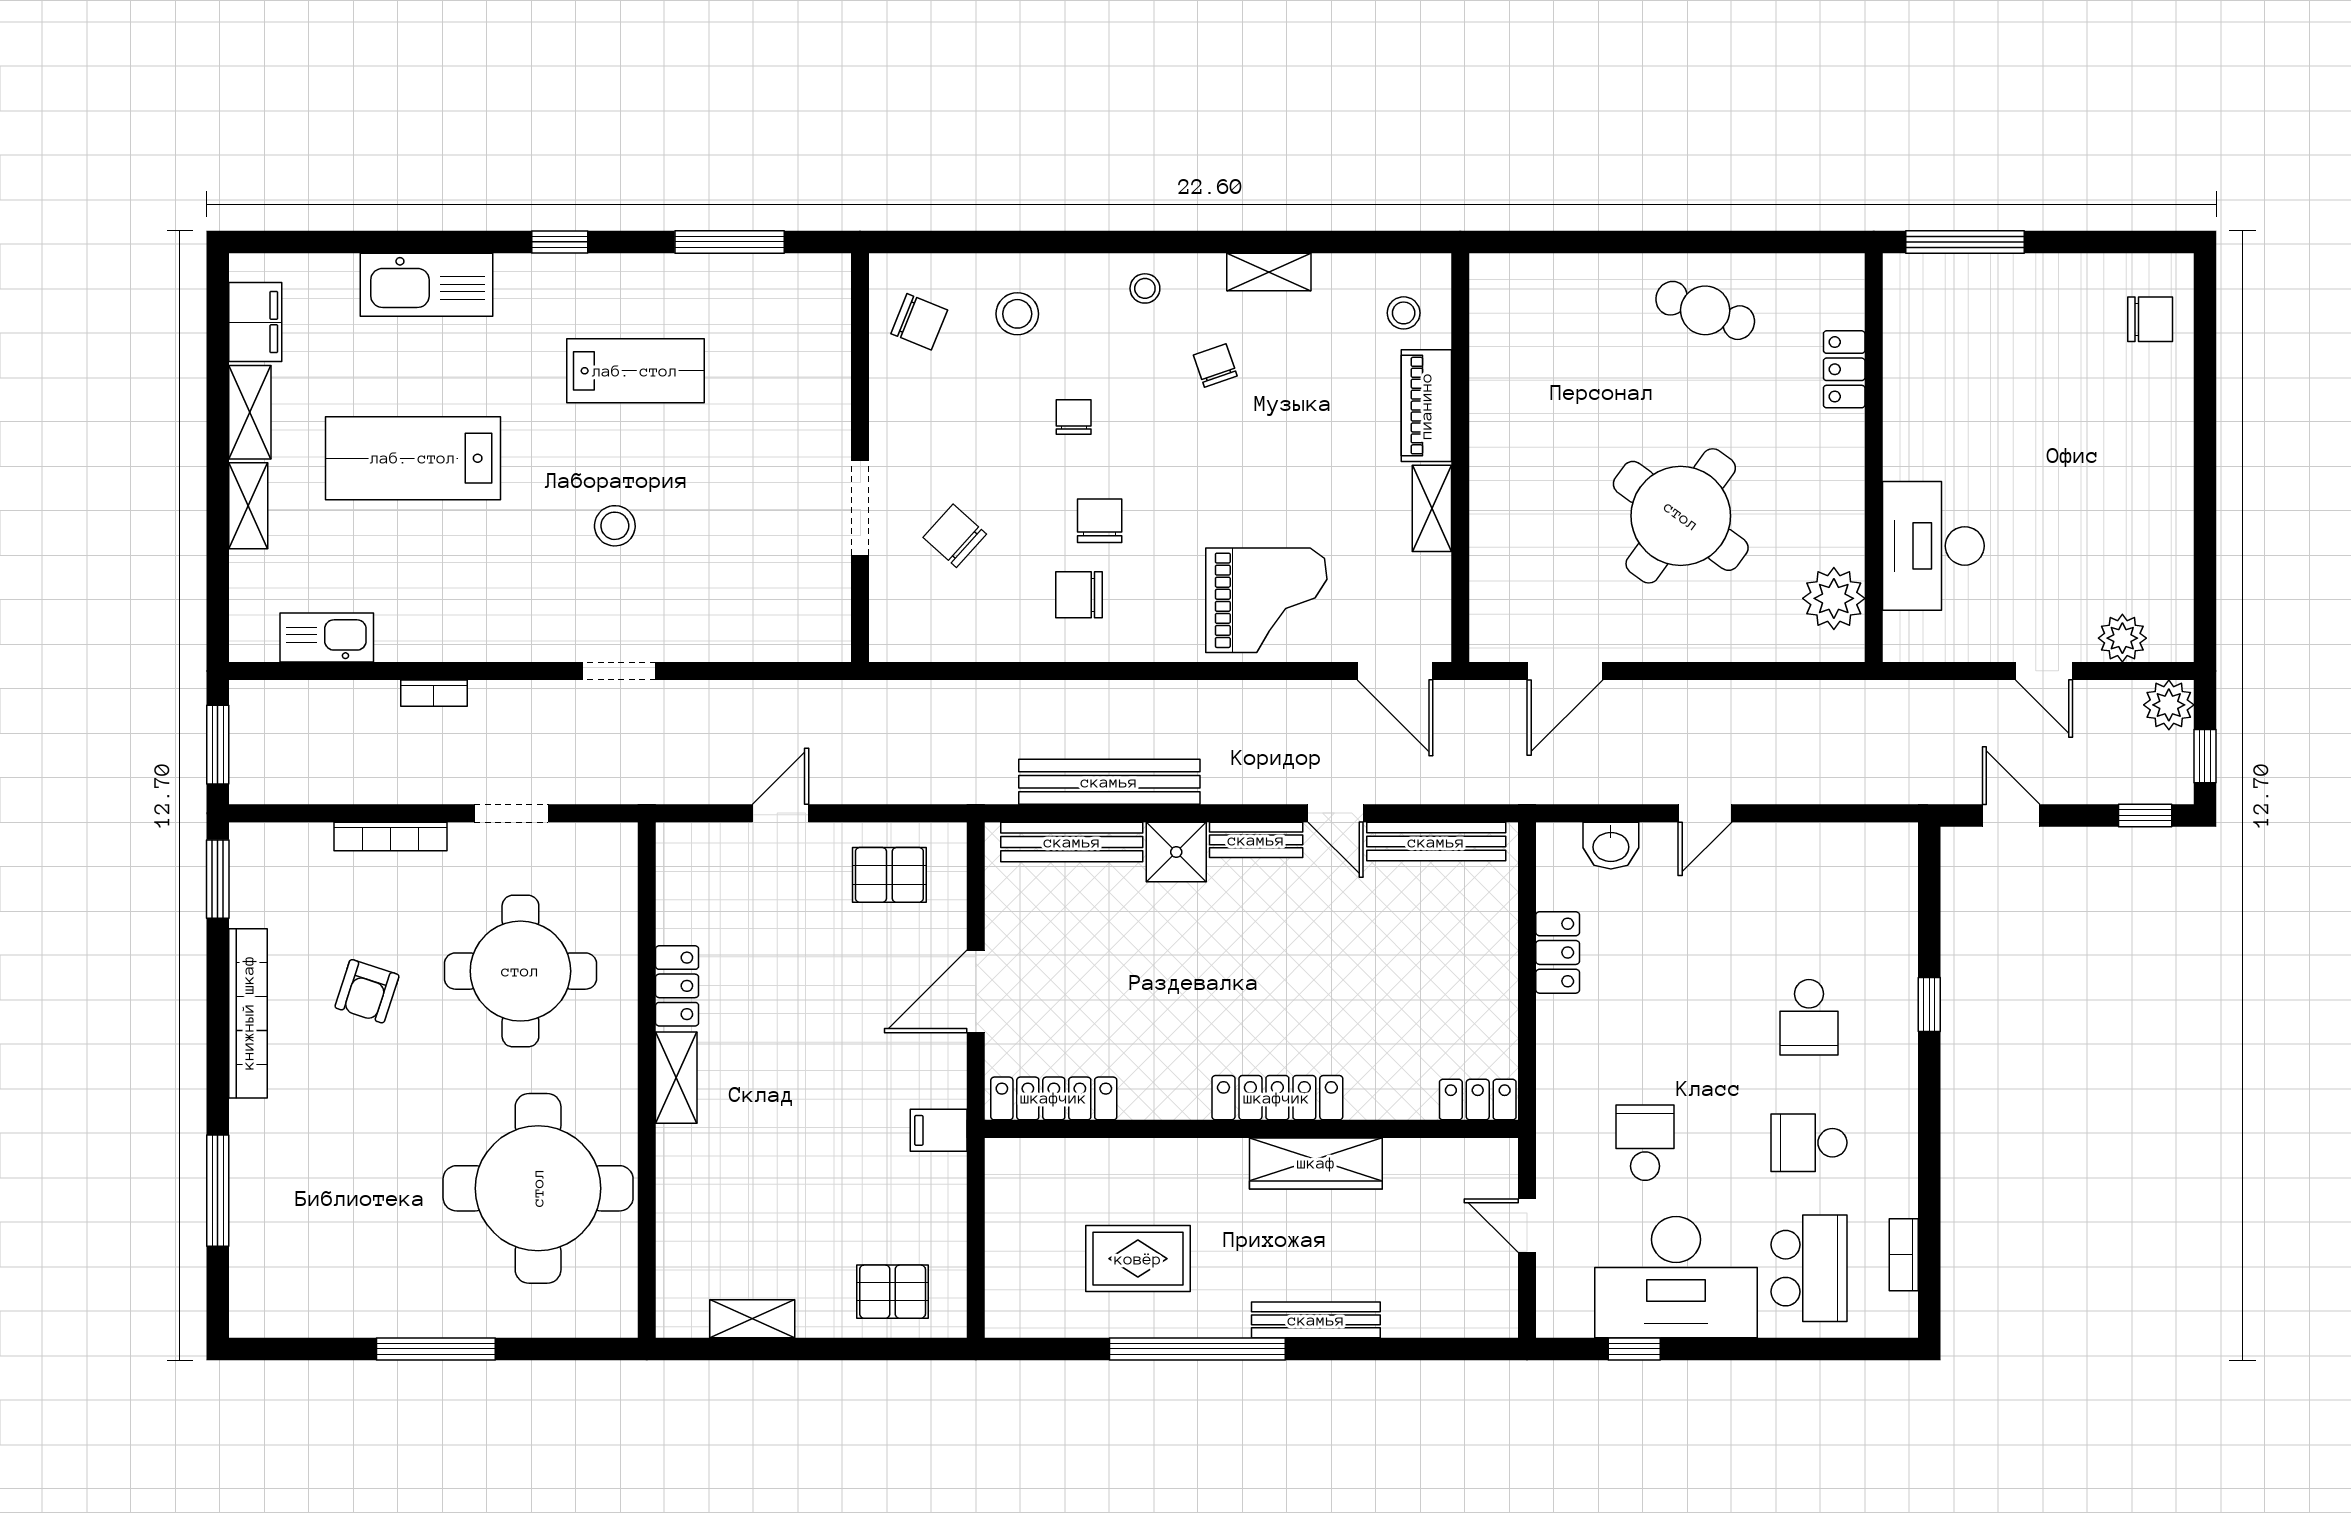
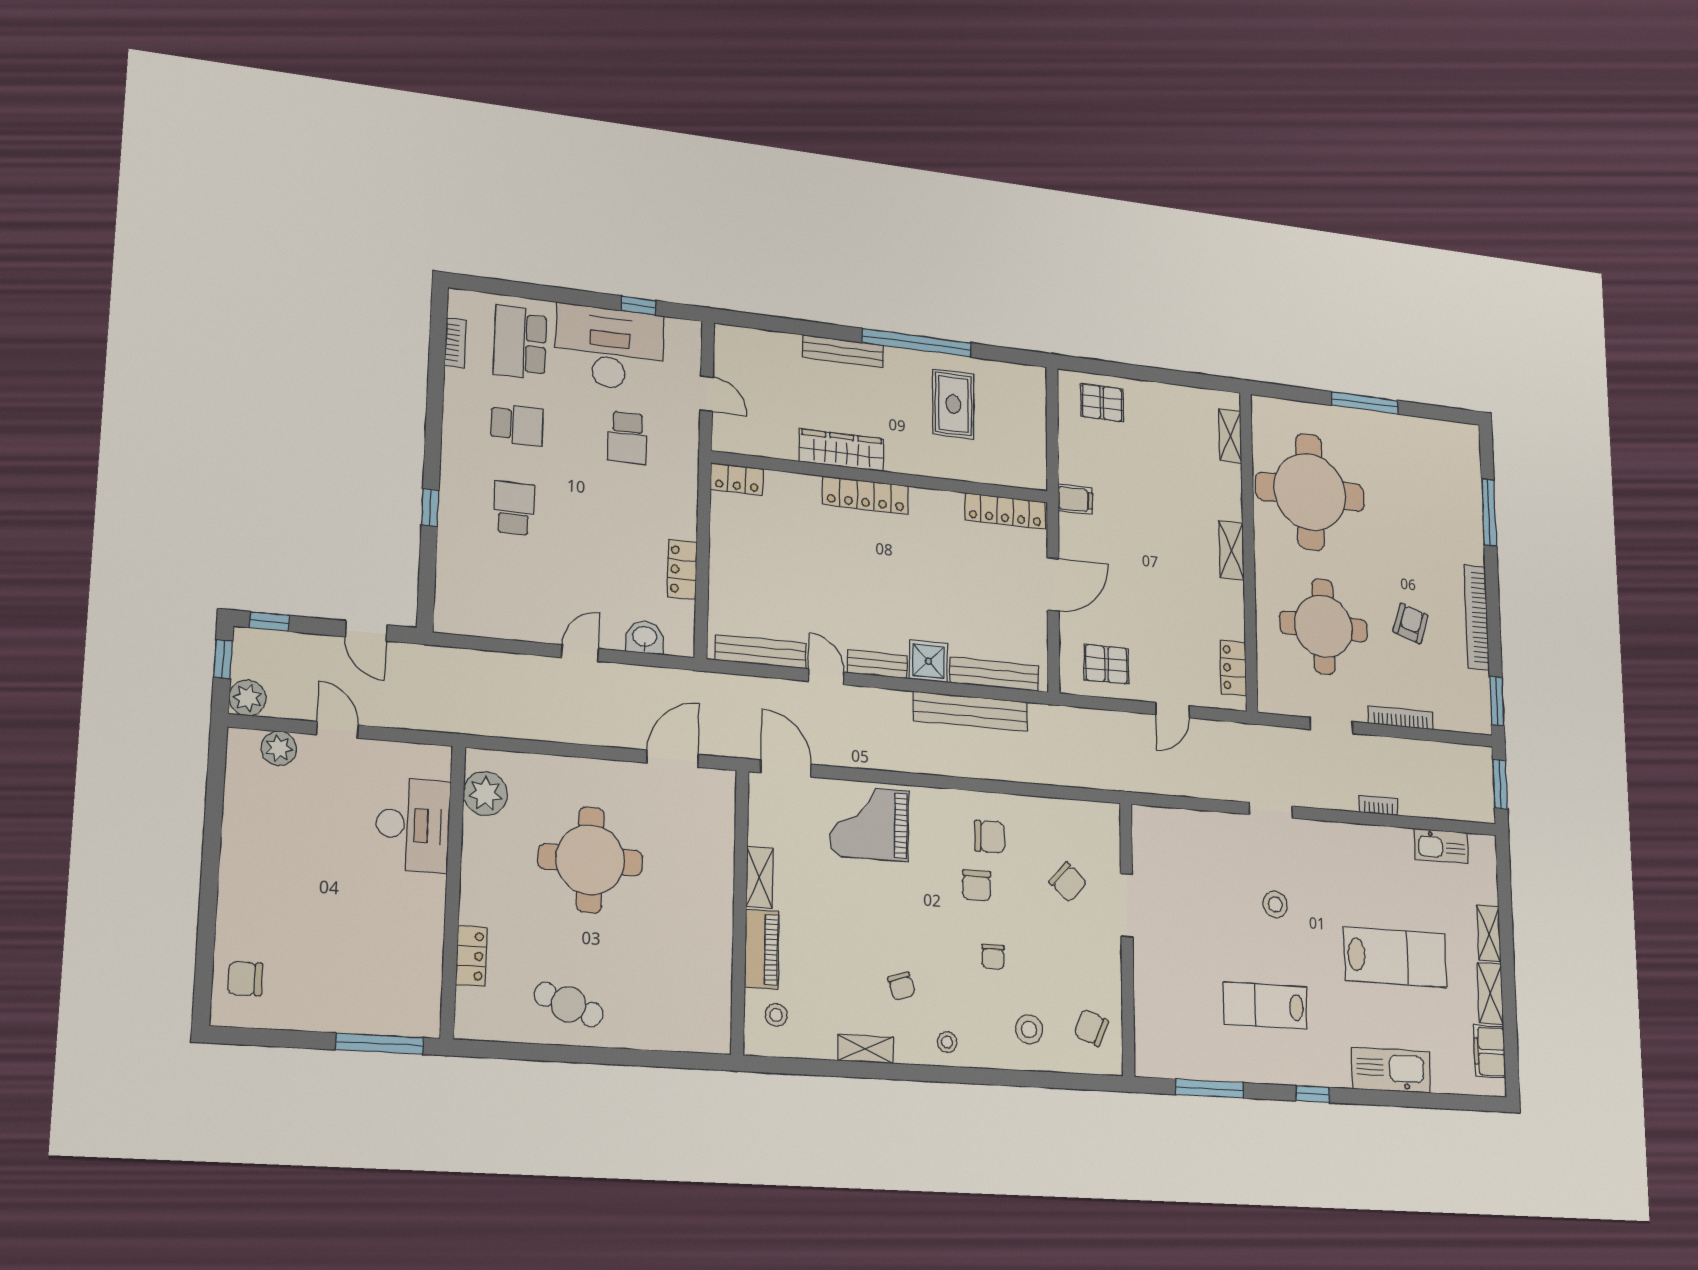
round table: (1681, 516) -> (590, 860), turned -36
locker: (677, 986) -> (1233, 668), moved
rug: (1138, 1259) -> (953, 404), turned 90
shelving: (752, 1319) -> (1230, 436), moved, turned 90

